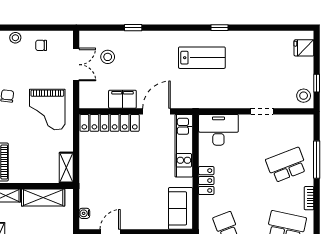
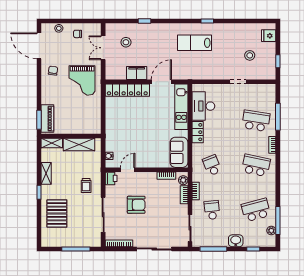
lab bench: (202, 58) -> (194, 43), turned 180
double door: (76, 65) -> (103, 48), swing flipped
stool: (304, 96) -> (250, 55), moved
desk: (218, 130) -> (203, 106), moved, turned -90
school desk: (286, 165) -> (256, 121), turned 30
shelving: (66, 168) -> (96, 123), removed

